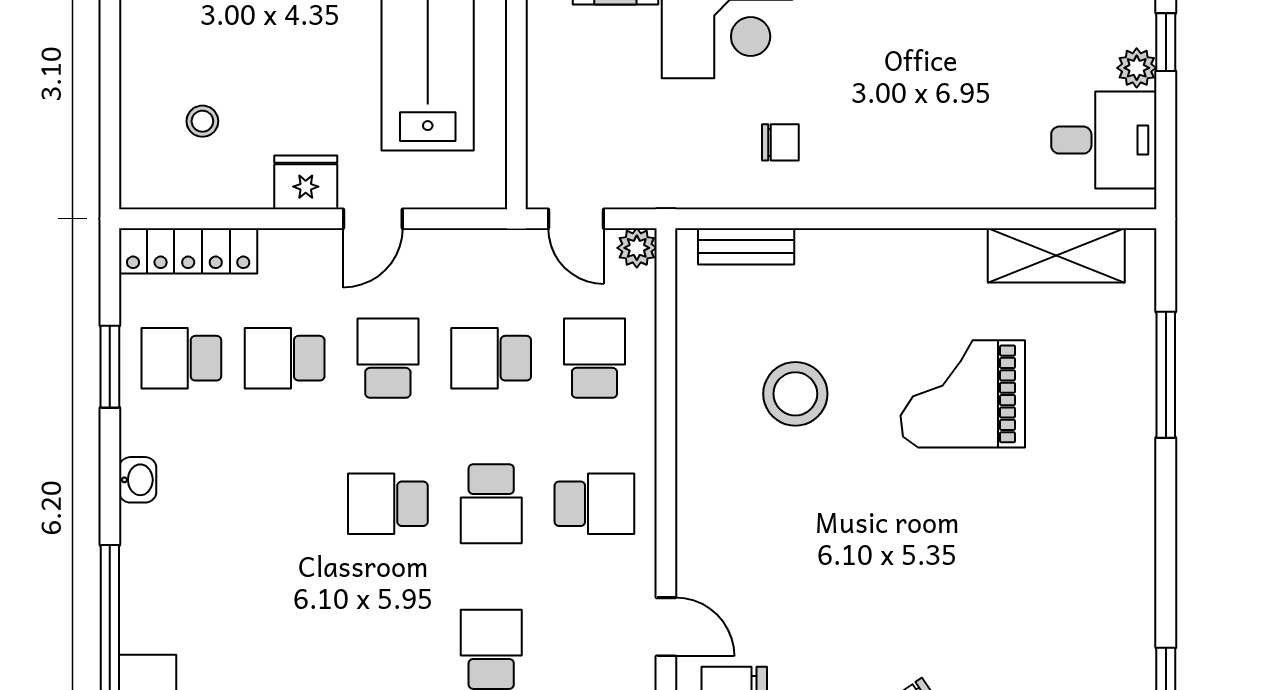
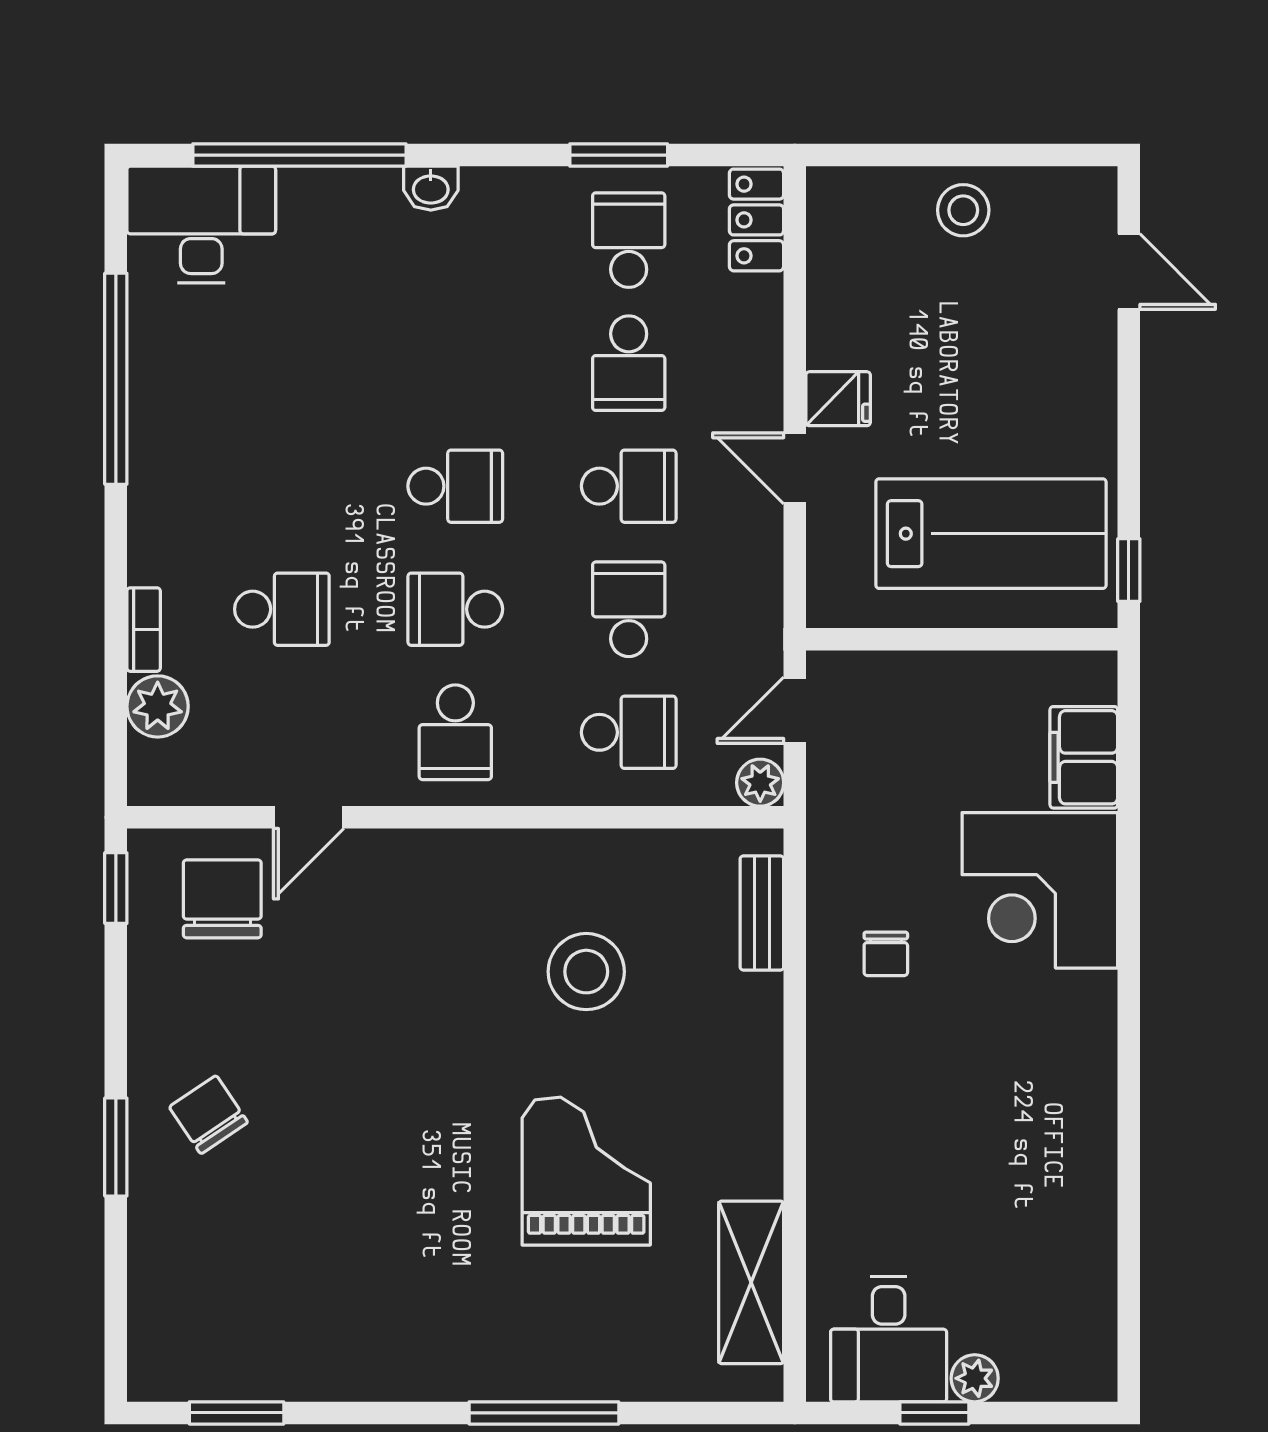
window: (1166, 42) -> (934, 1413), moved
stool: (202, 121) -> (963, 210), moved, width x1.37, depth x1.37
fridge: (306, 182) -> (838, 399), width x0.72
locker: (188, 251) -> (757, 220), width x0.66
school desk: (285, 358) -> (629, 363), turned 180
window: (1166, 375) -> (544, 1413), moved
washbasin: (138, 480) -> (431, 188), moved
school desk: (388, 504) -> (455, 486), turned 90

